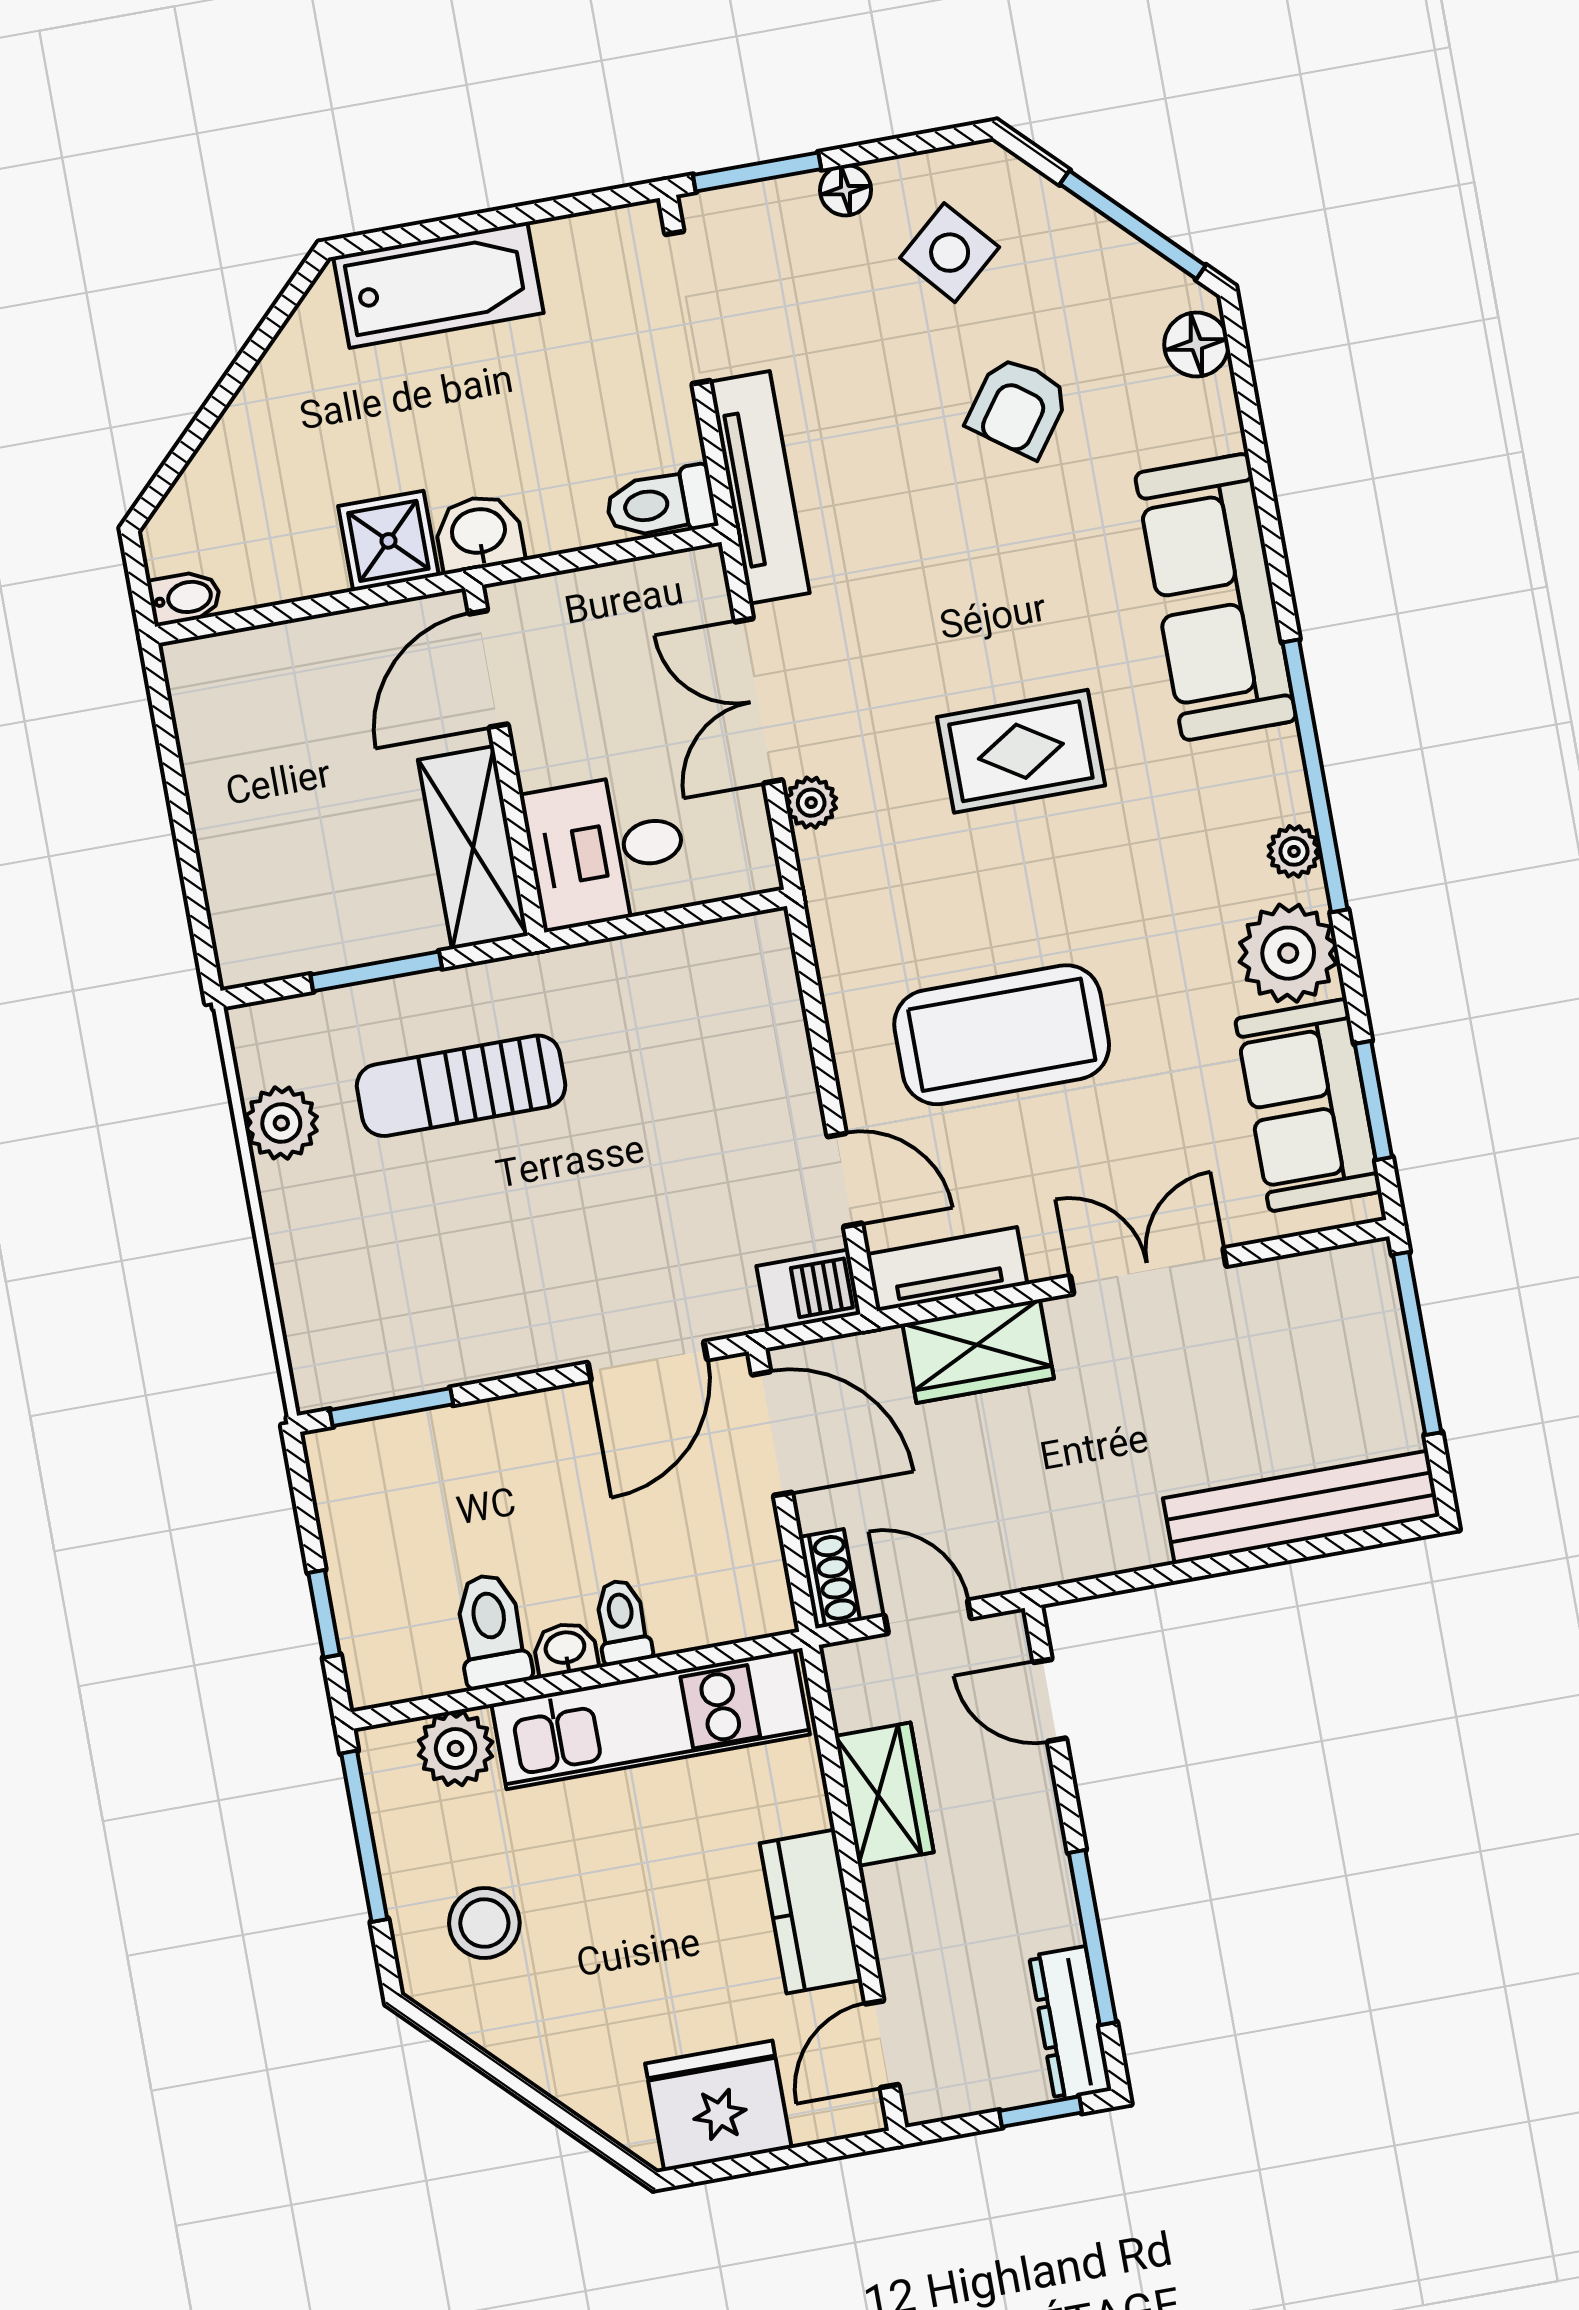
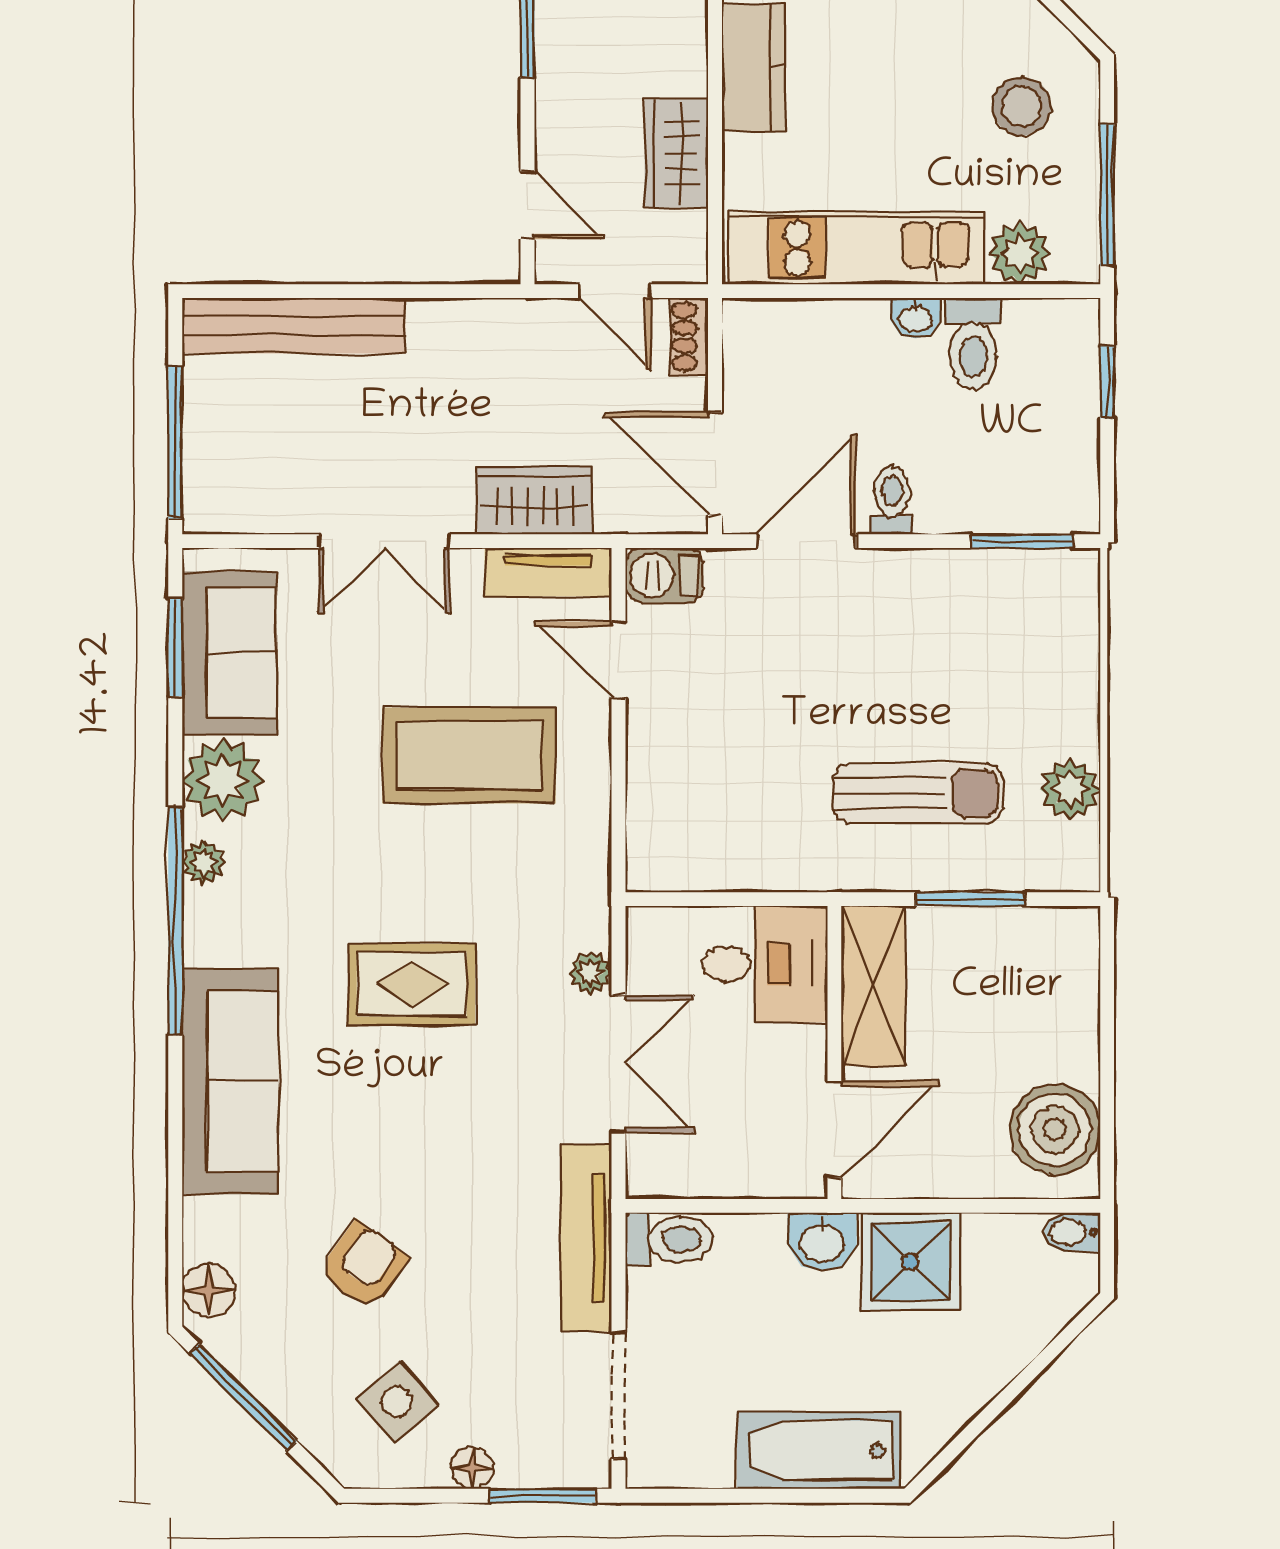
shower: (388, 541) -> (910, 1262), width x1.36, depth x1.36
boiler: (227, 716) -> (1055, 1130), added
toilet: (622, 1622) -> (892, 500), moved, turned 180

